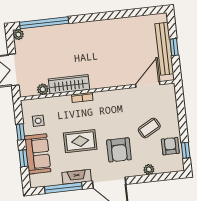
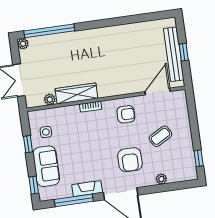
rug: (80, 141) -> (90, 152), removed
armchair: (170, 146) -> (126, 114), moved, turned 90
window: (23, 158) -> (34, 185), moved

